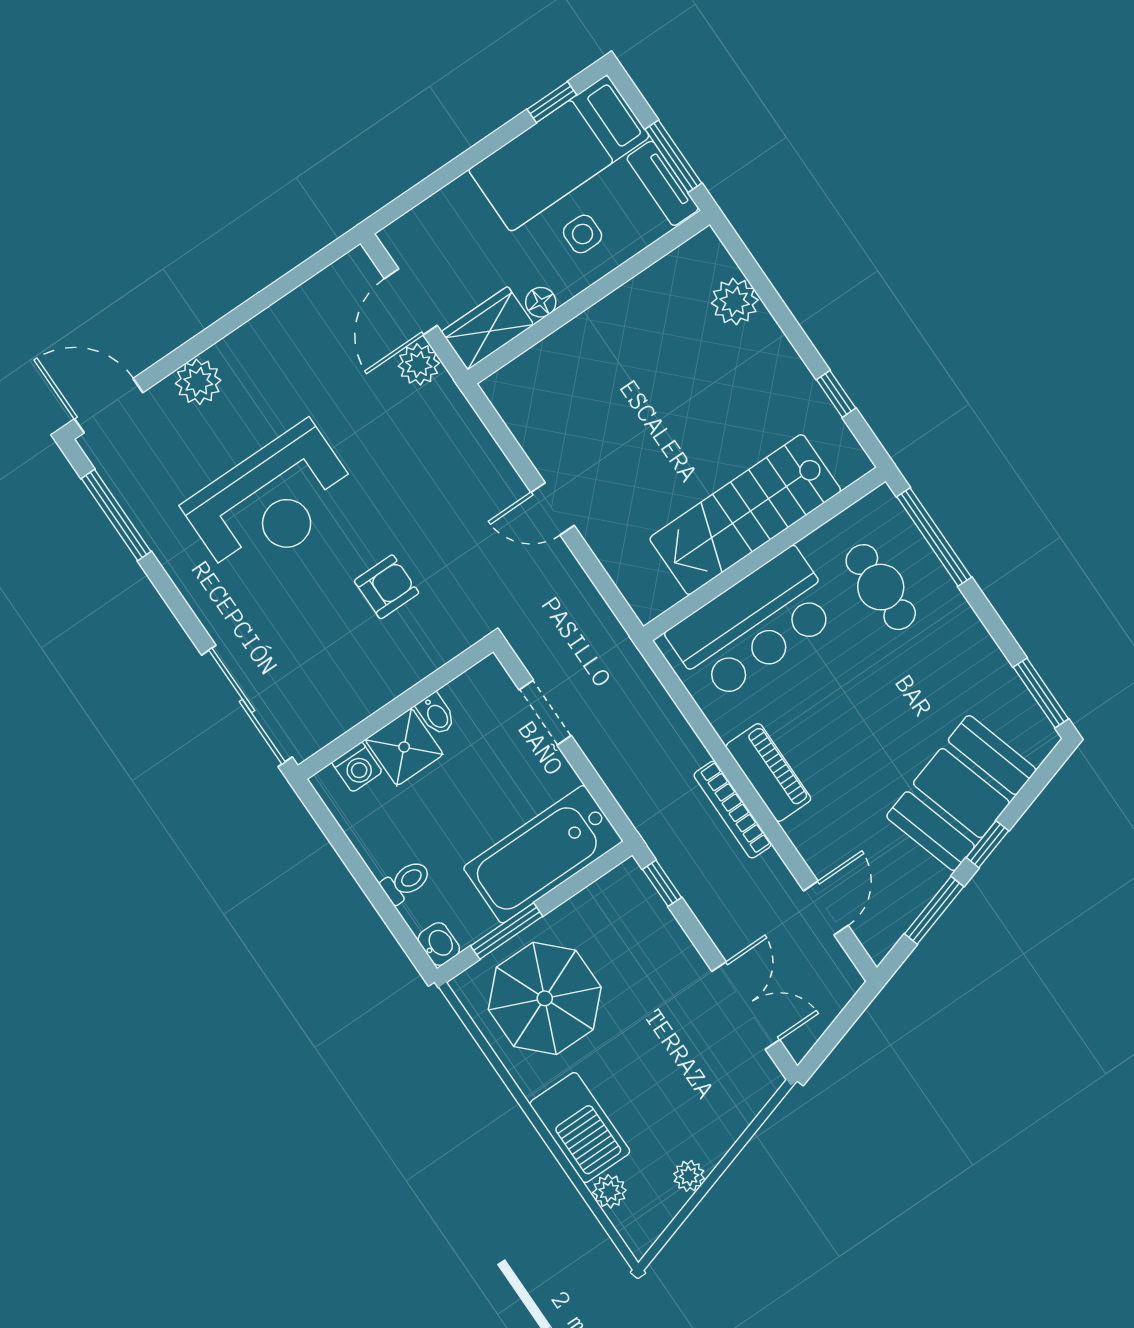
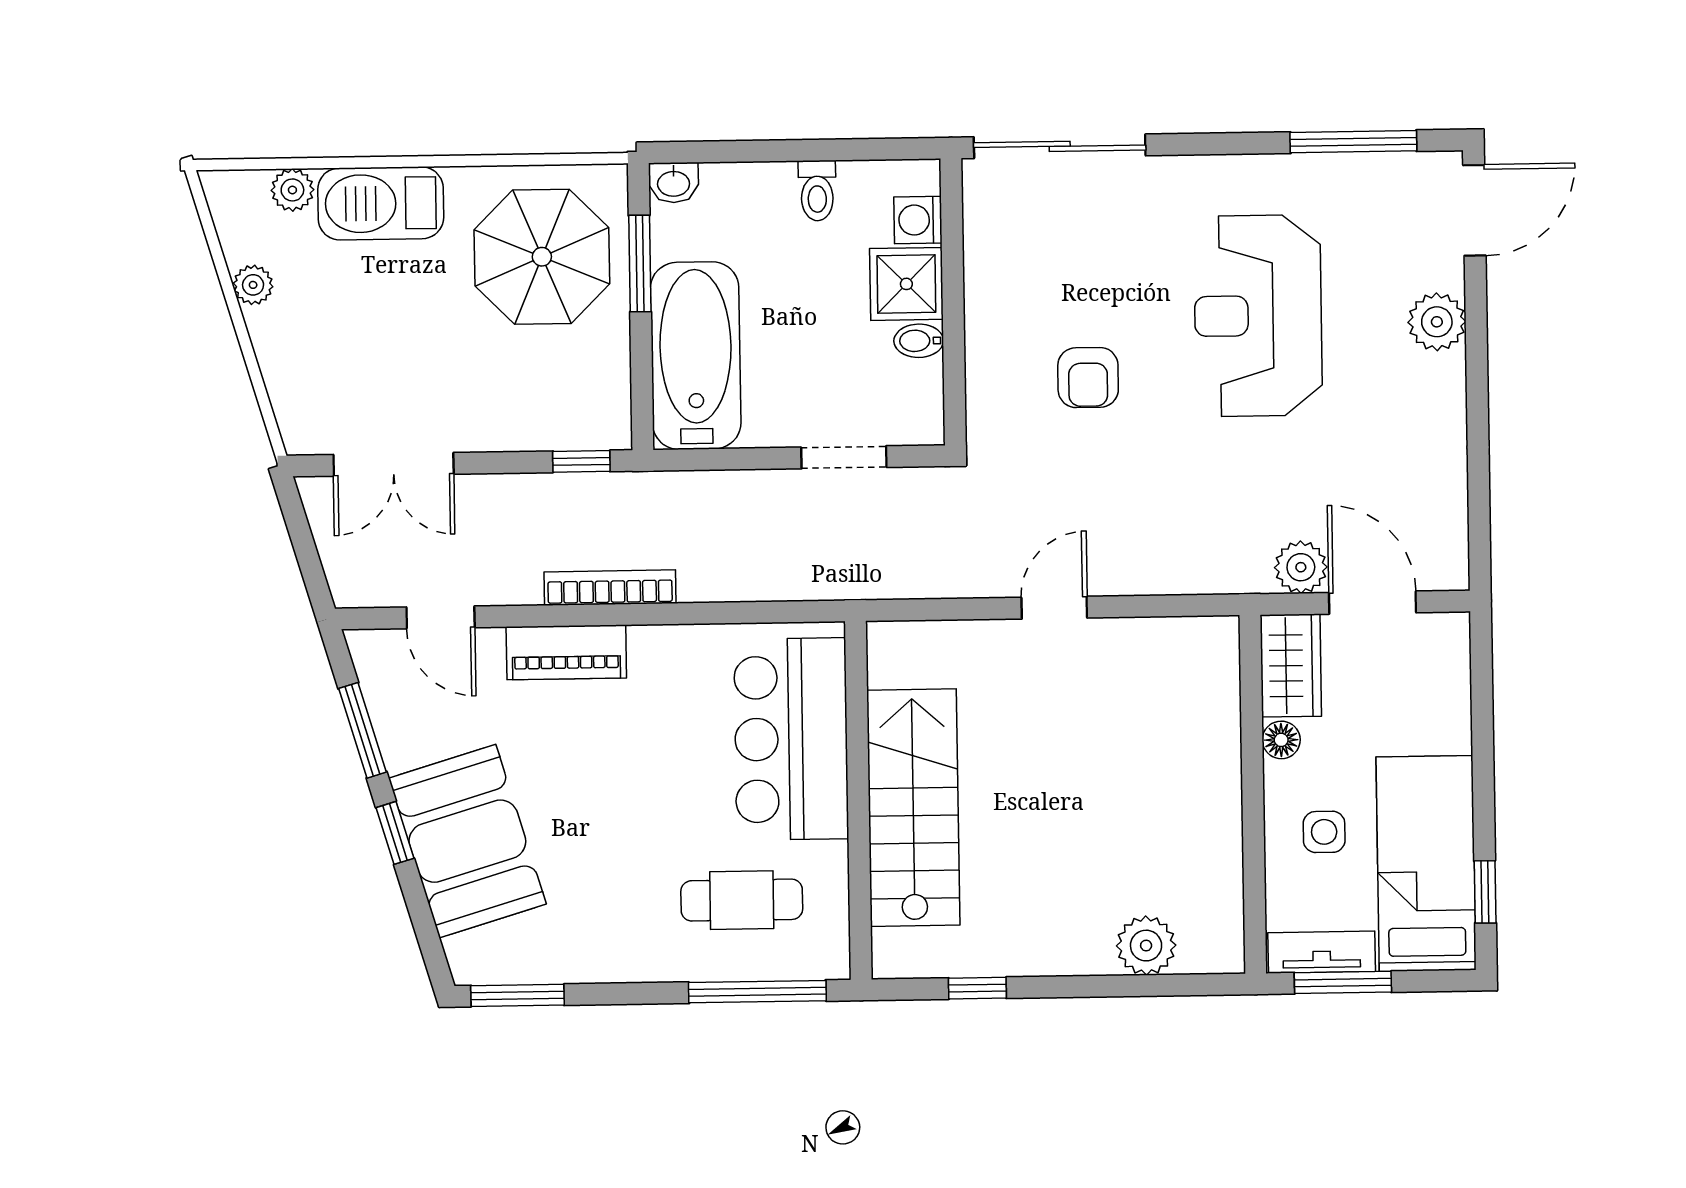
piano: (768, 773) -> (566, 652), moved
toilet: (406, 882) -> (817, 191), moved

